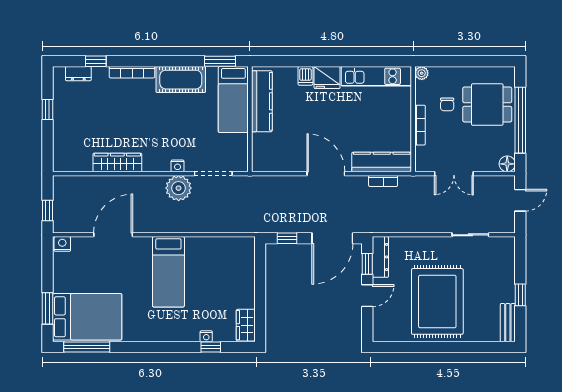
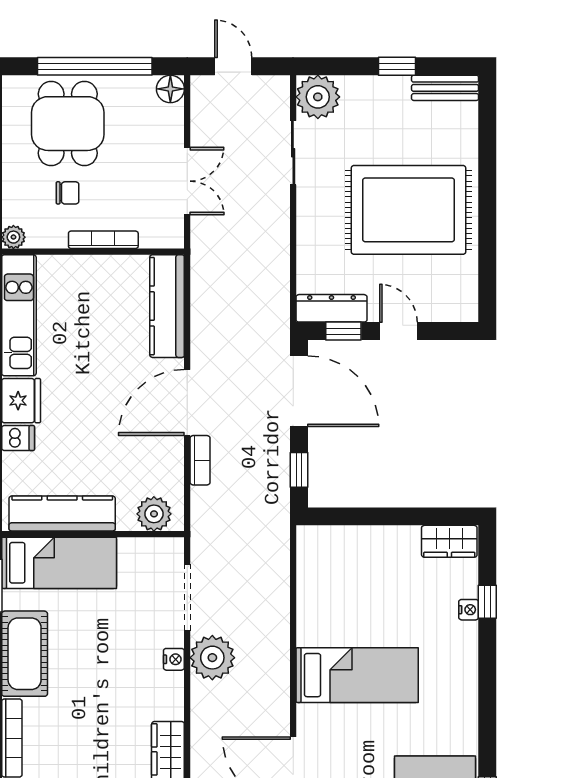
plant: (262, 154) -> (154, 514), added
bookcase: (383, 181) -> (200, 460), moved
plant: (503, 249) -> (318, 97), added

